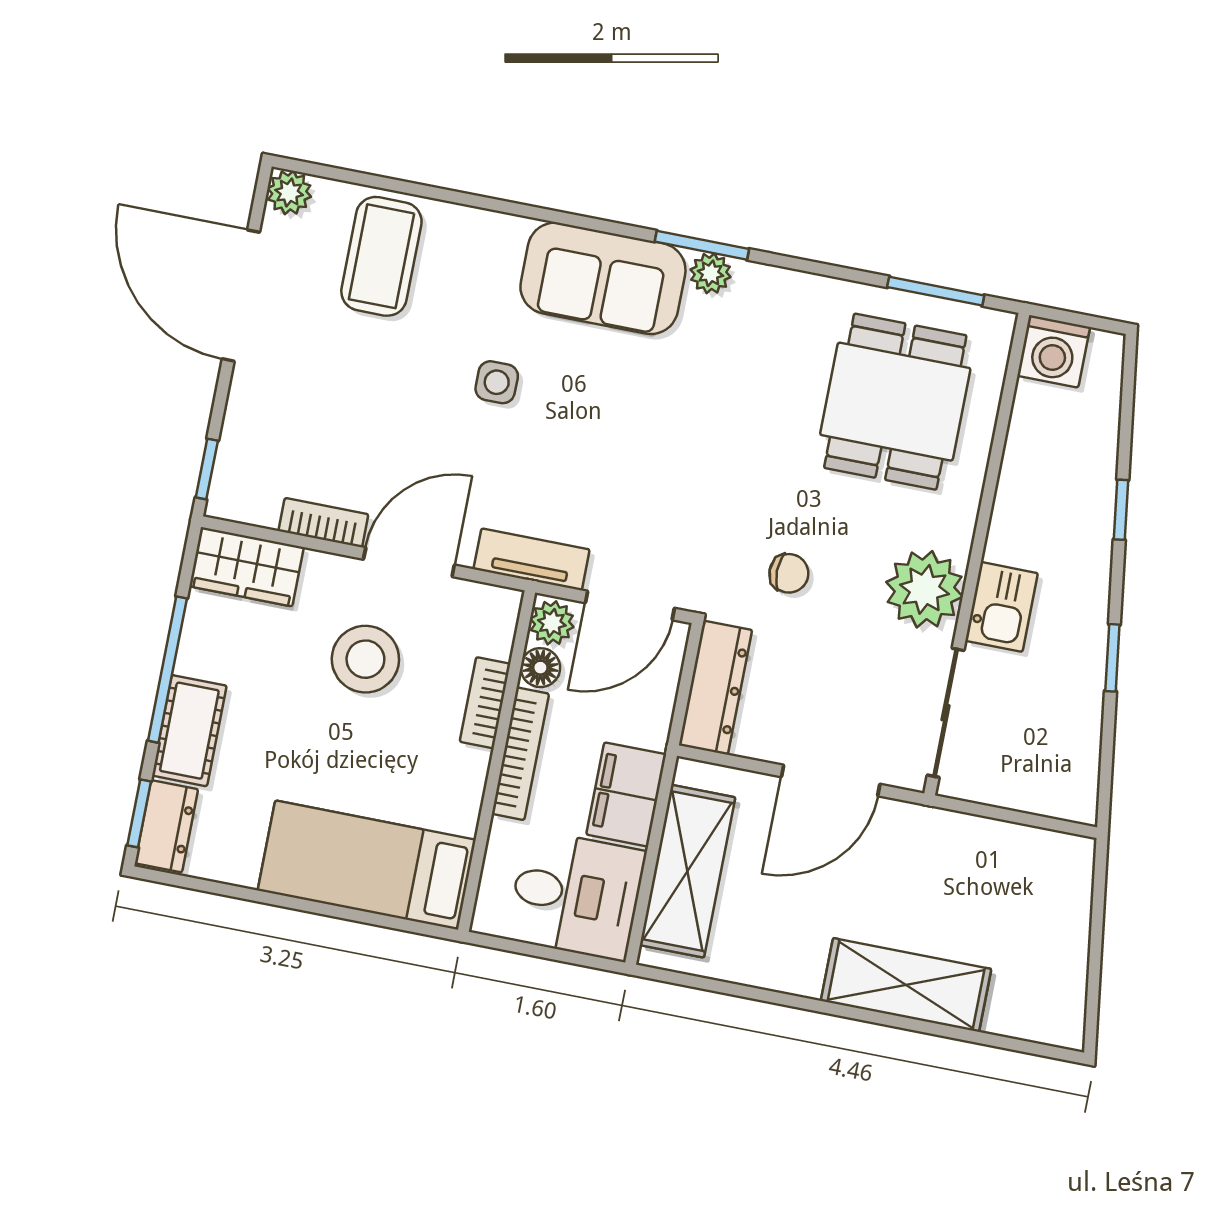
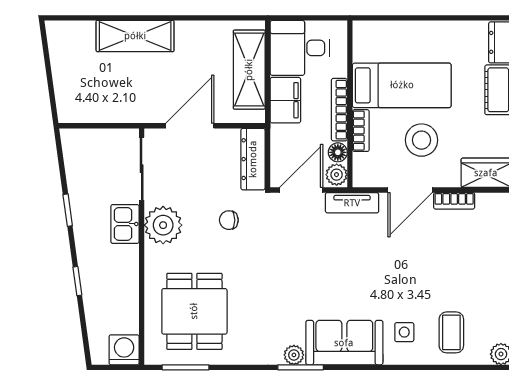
coffee table: (381, 256) -> (451, 332), width x0.73, depth x0.77
side table: (497, 382) -> (404, 332), moved
bed: (367, 865) -> (402, 85), moved

